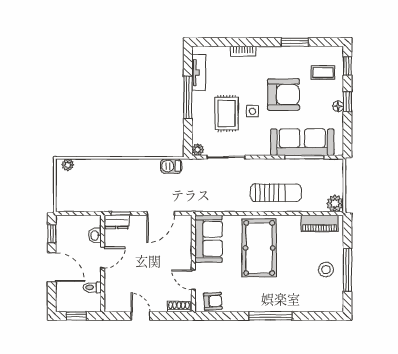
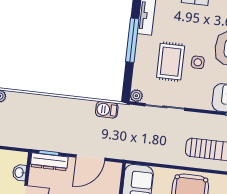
dresser: (117, 222) -> (49, 162), width x1.44

